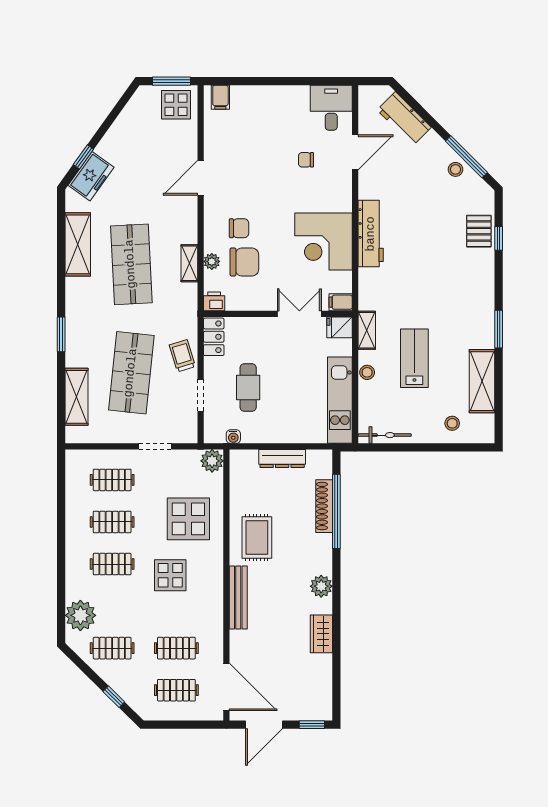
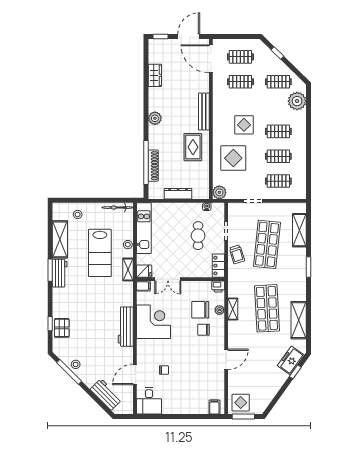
workbench: (482, 324) -> (60, 273), added
lab bench: (414, 358) -> (100, 253), width x1.36, depth x1.39
wardrobe: (321, 634) -> (155, 75), moved

